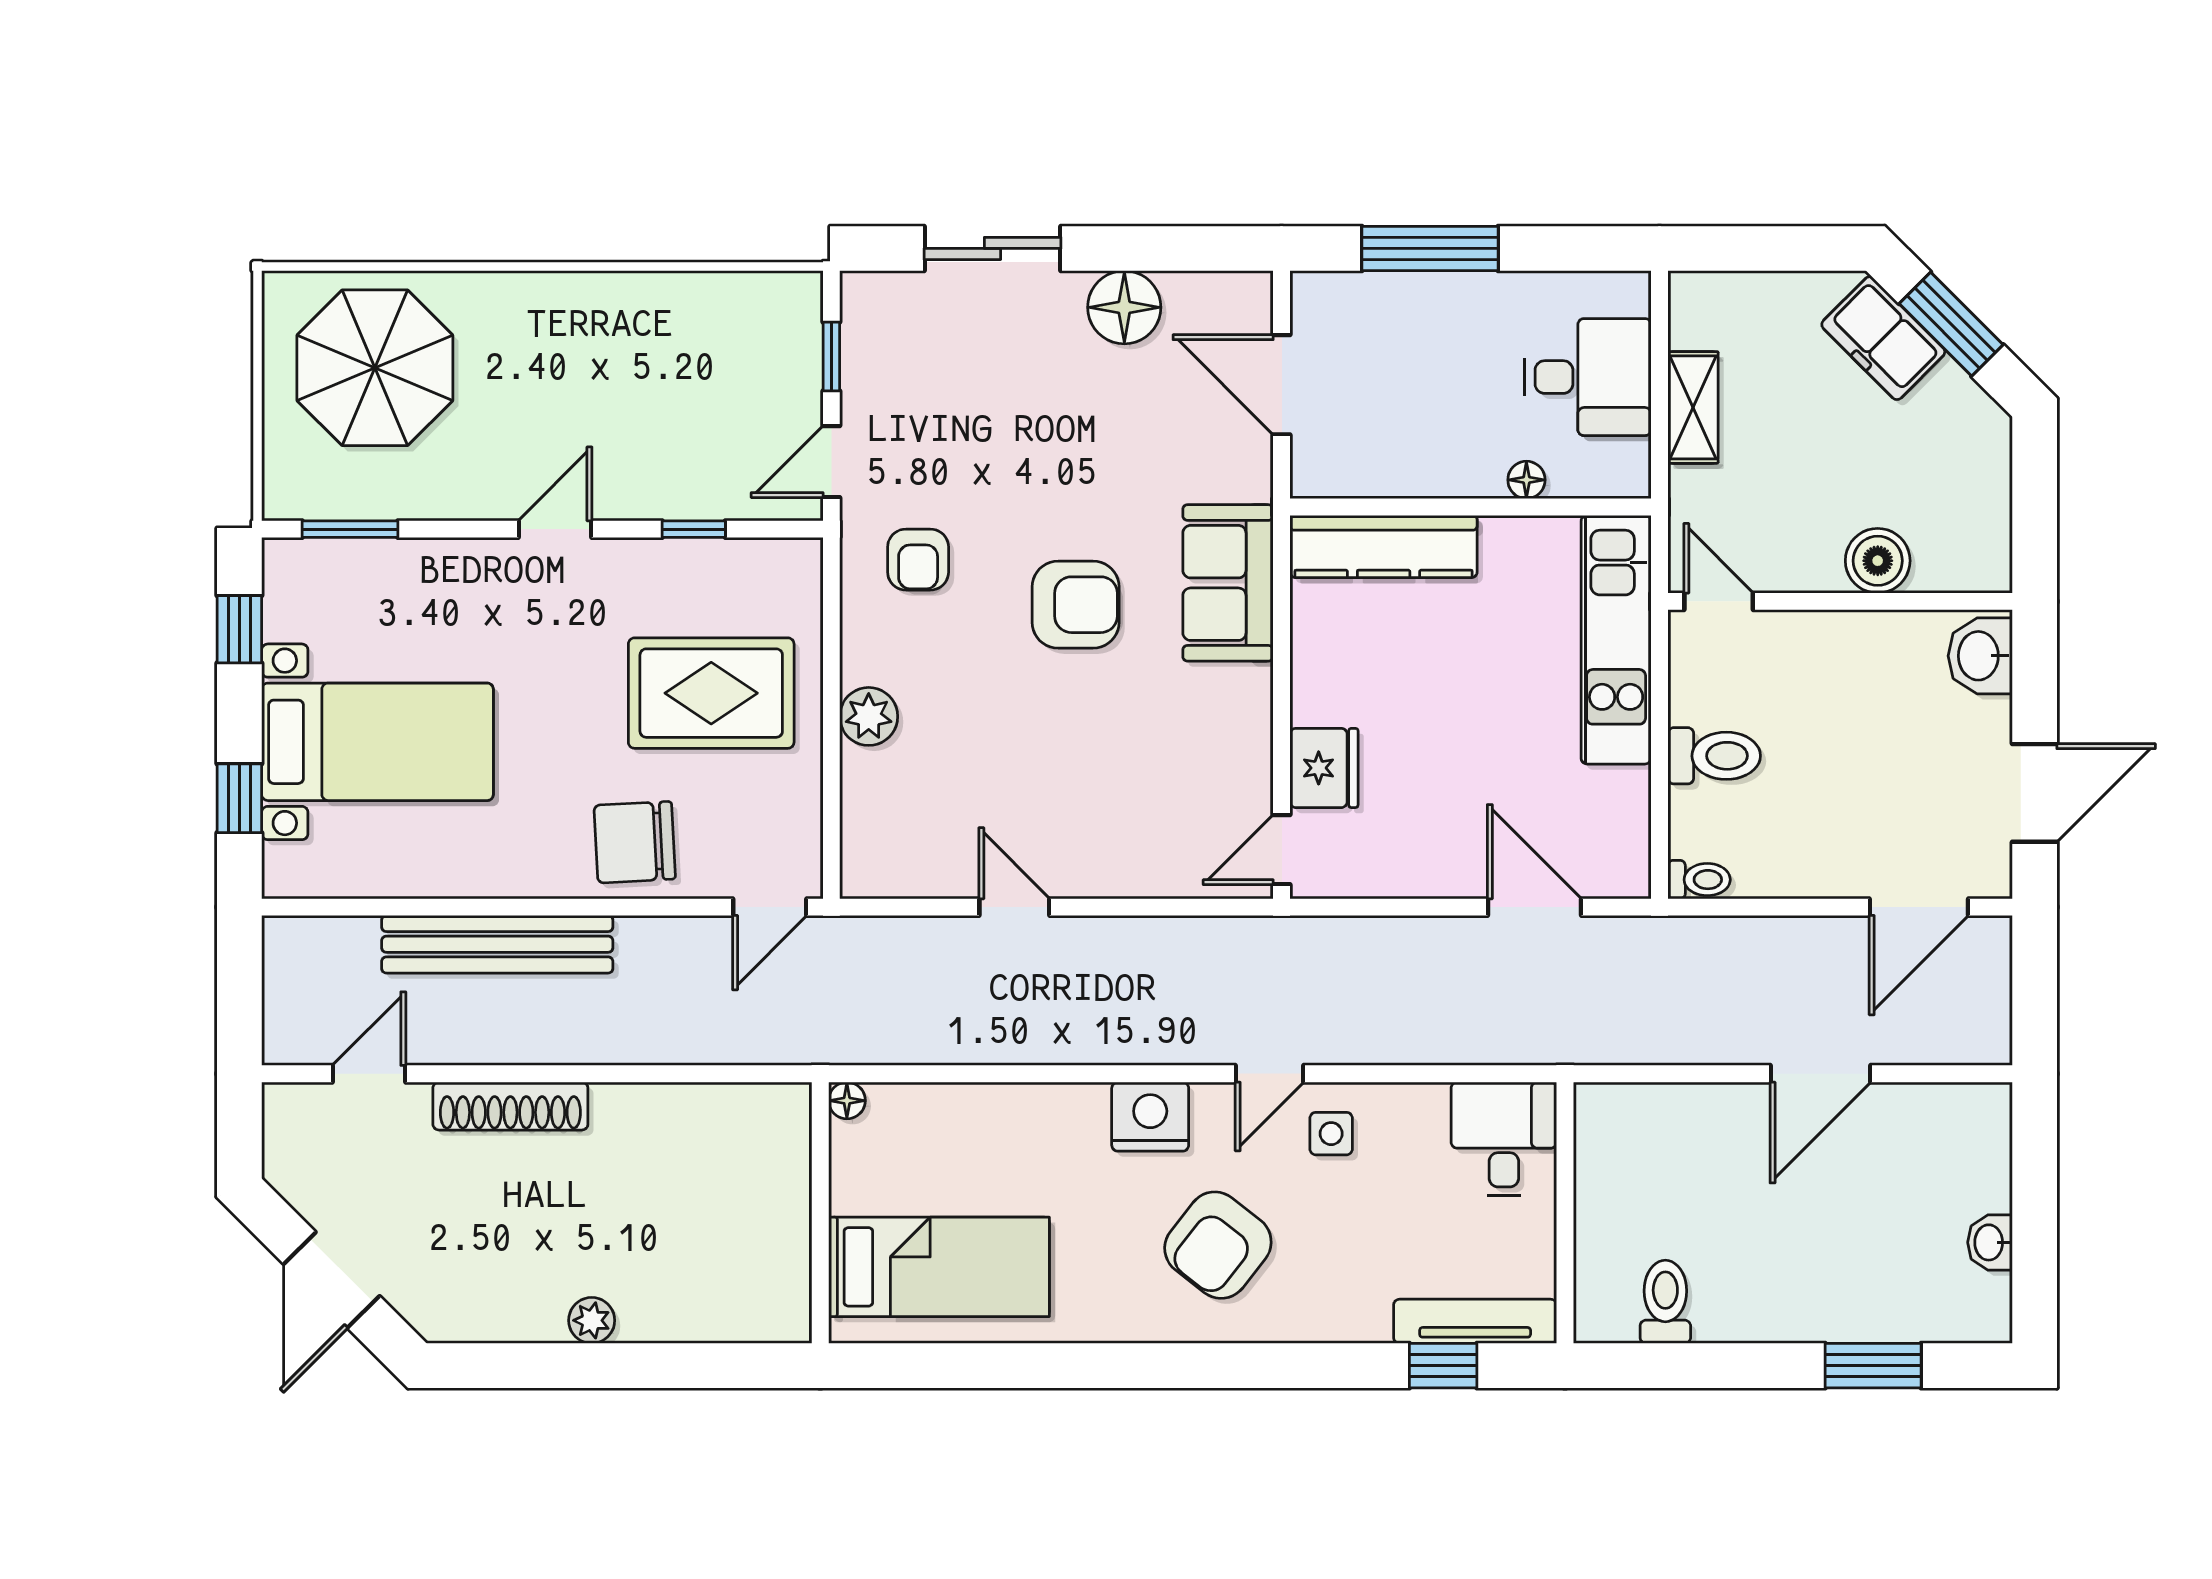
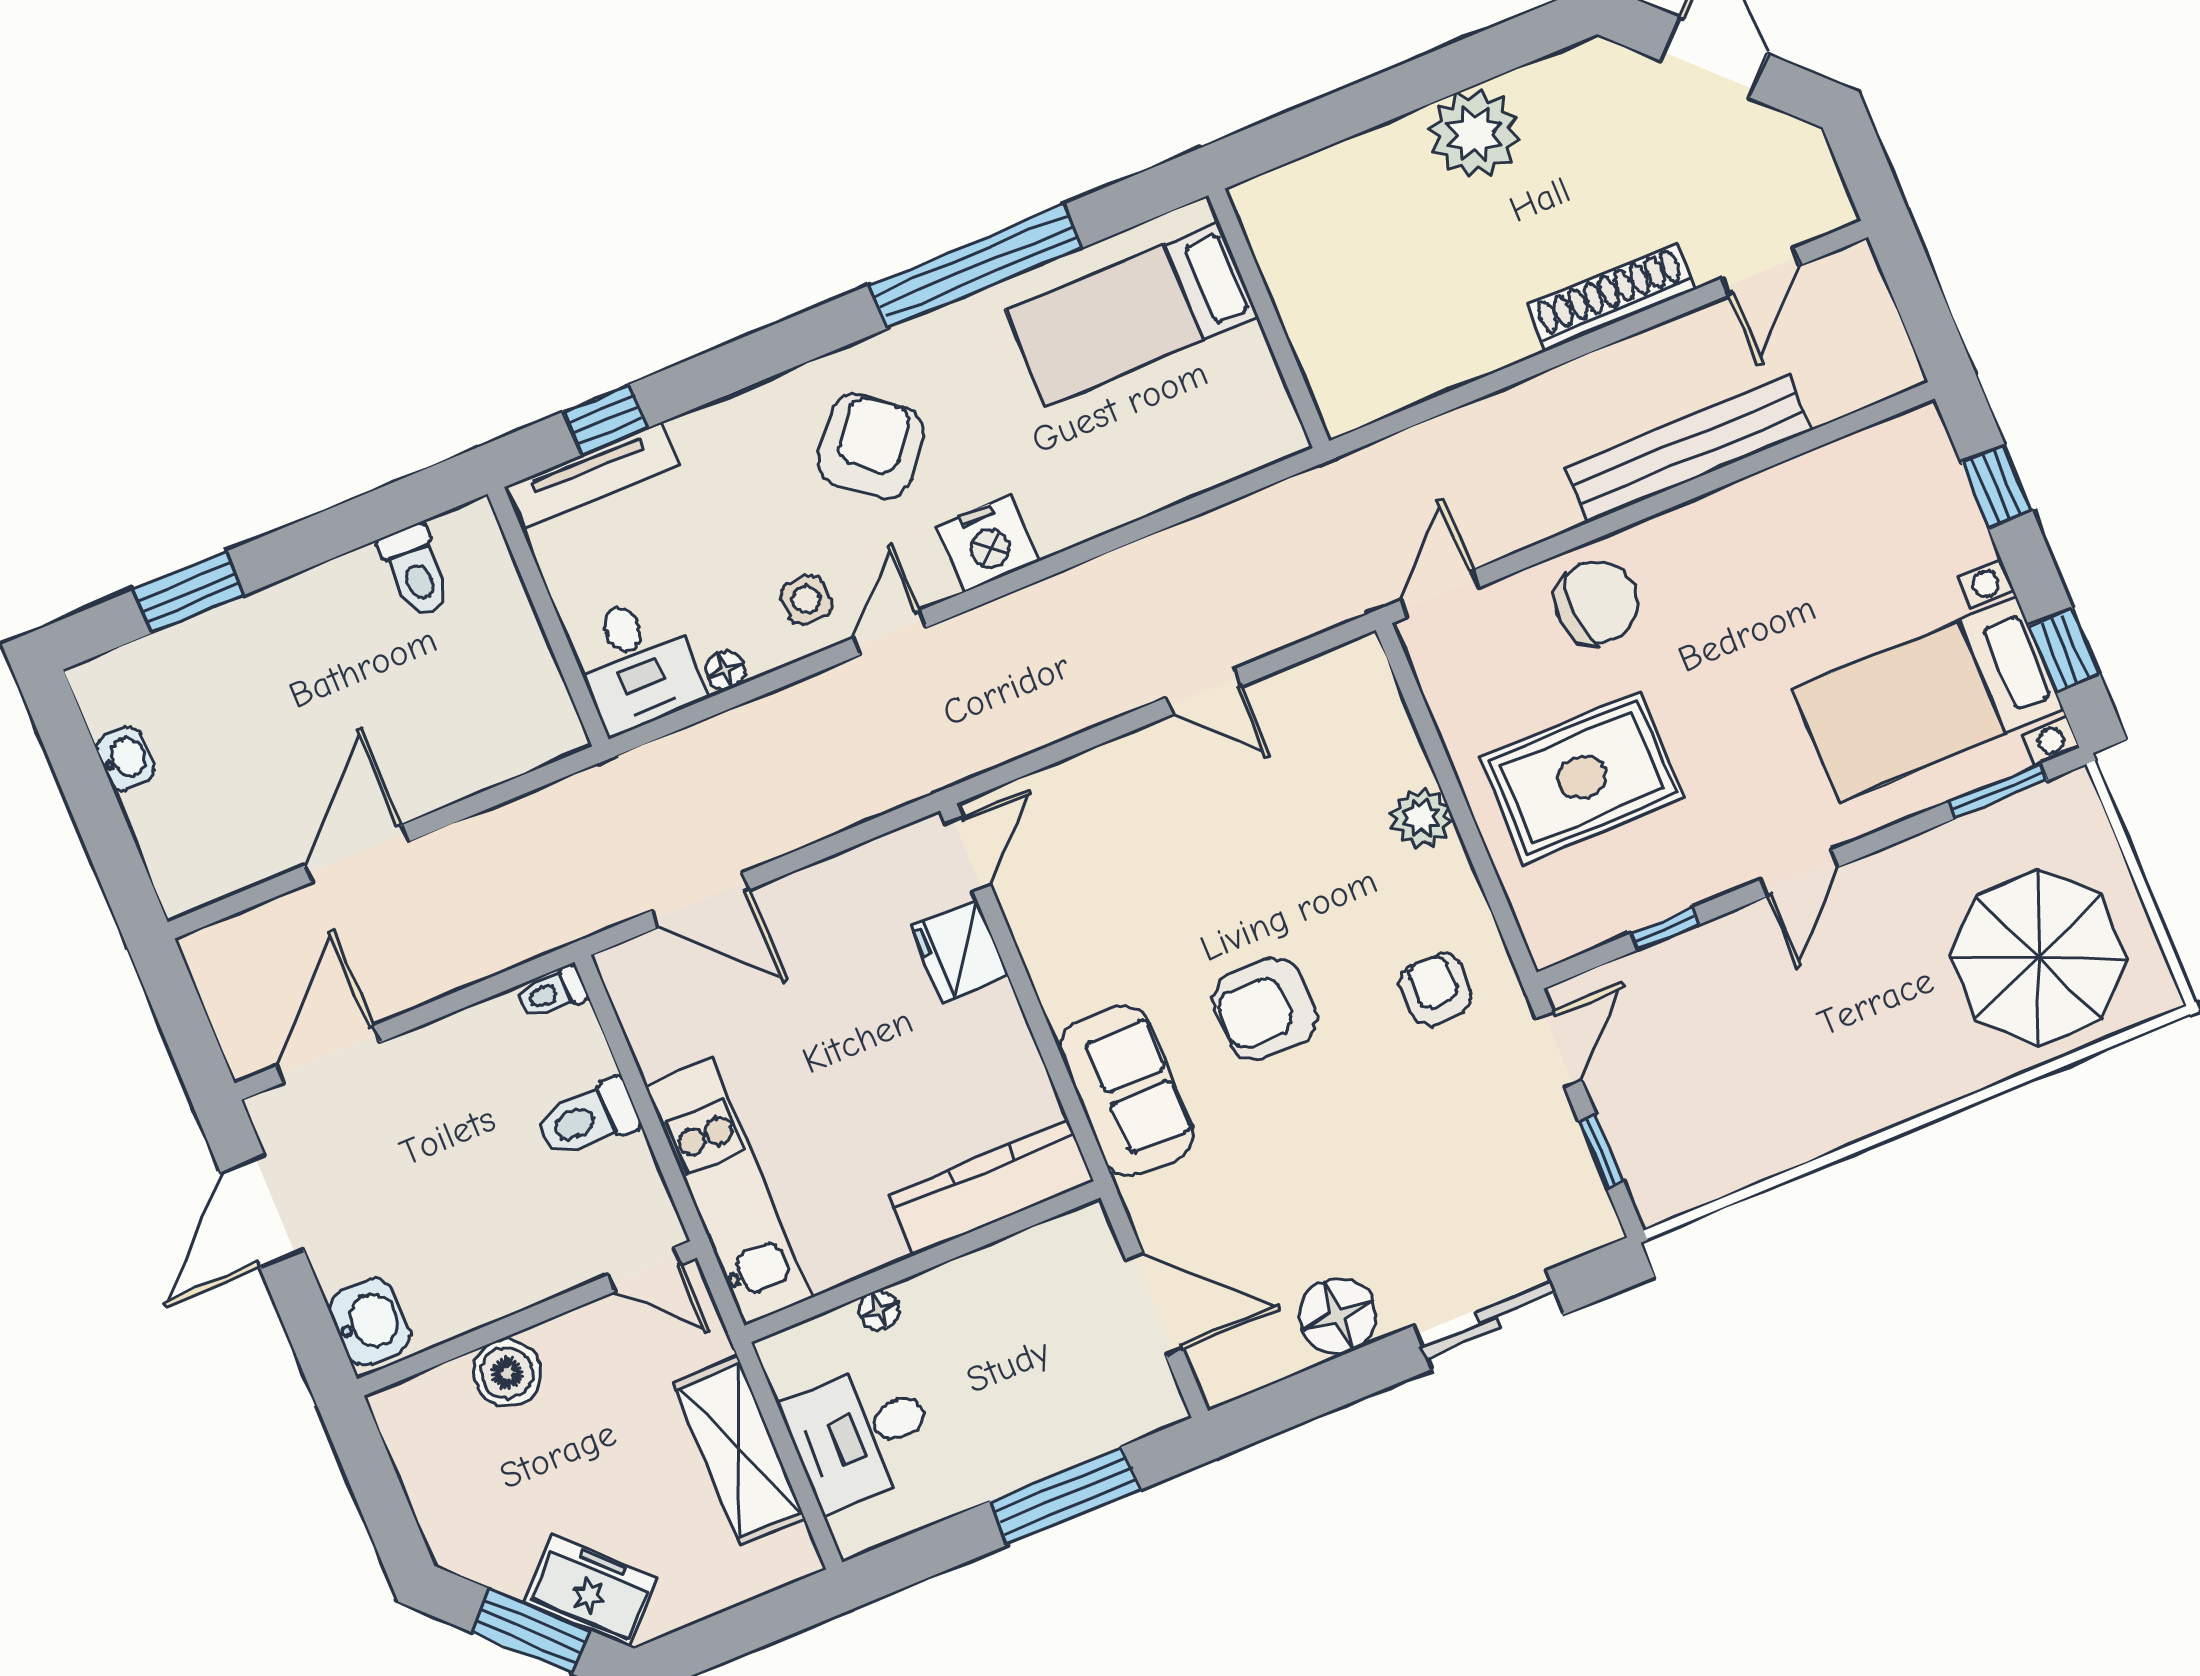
shelving: (1693, 407) -> (739, 1450), width x1.50, depth x1.33
bed with nightstands: (377, 742) -> (1928, 699), moved
floor lamp: (847, 1101) -> (725, 671), moved
plant: (592, 1320) -> (1474, 134), width x1.88, depth x1.88
window: (1060, 1366) -> (976, 266), added

